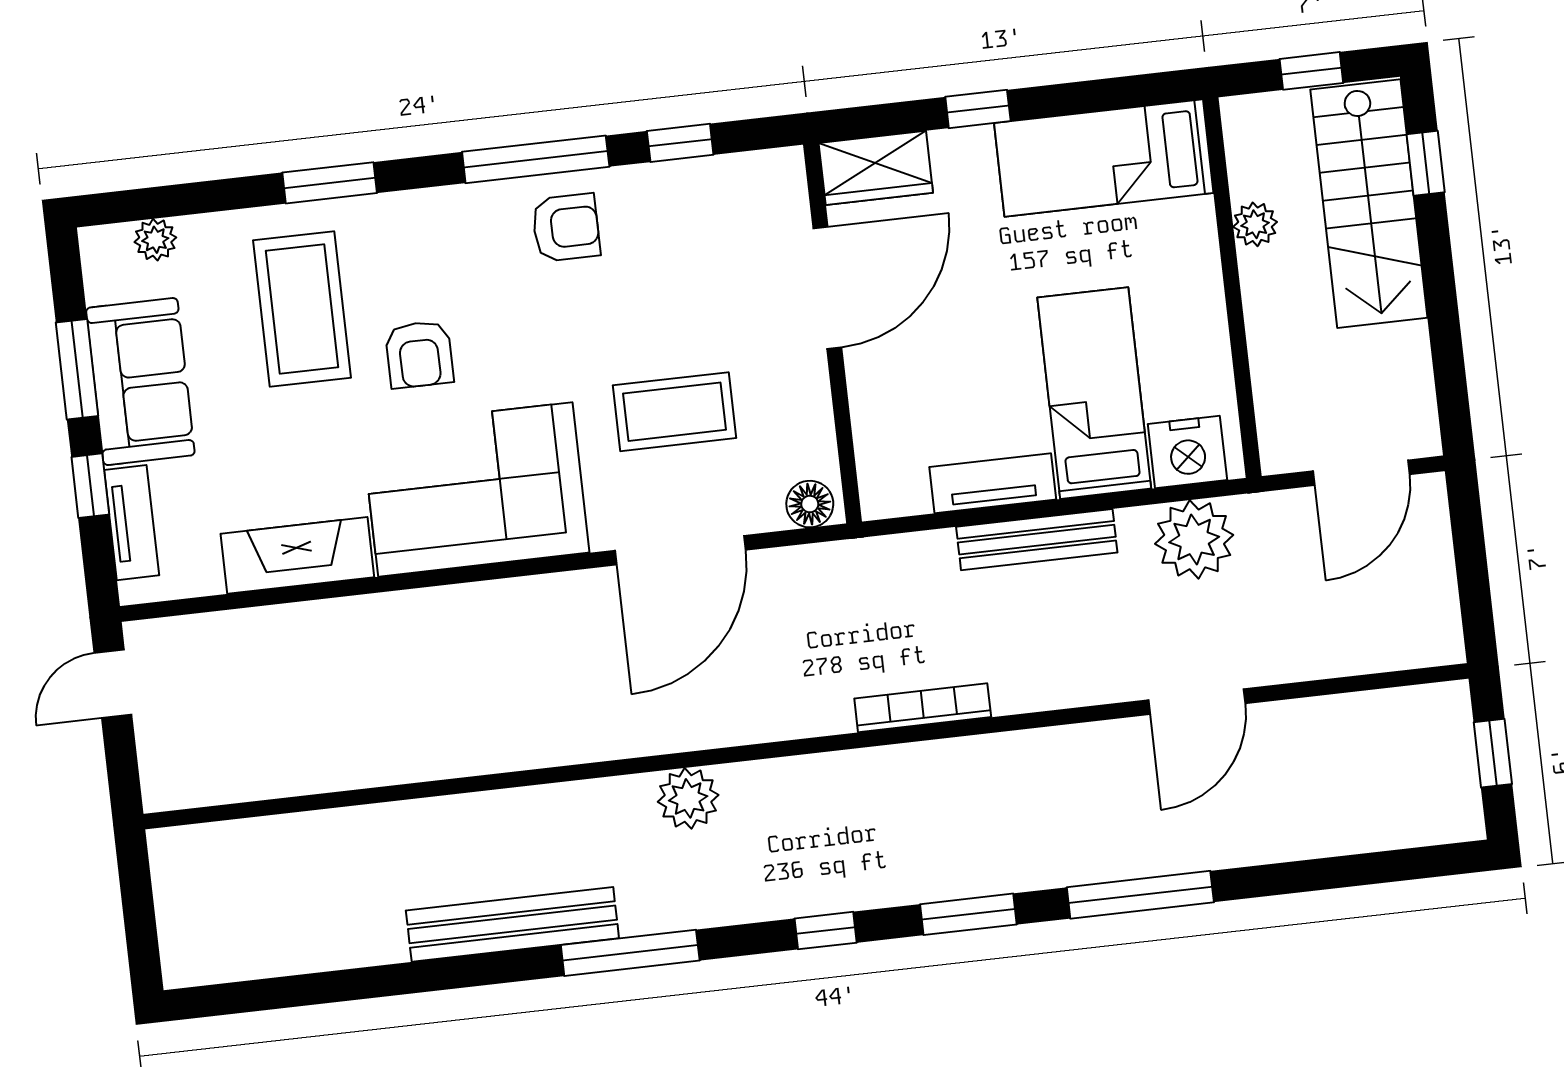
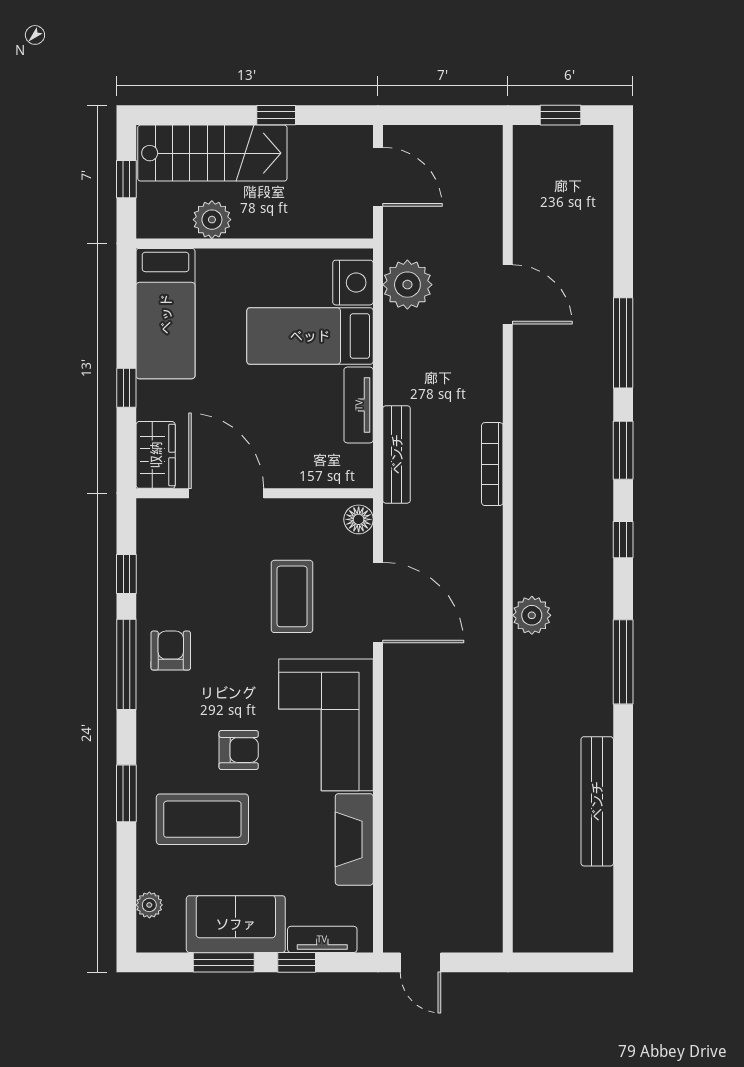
window: (1426, 163) -> (276, 115), moved
plant: (1255, 224) -> (212, 220), width x1.38, depth x1.38
bench: (1037, 540) -> (397, 454), moved
bench: (512, 924) -> (597, 801), moved

